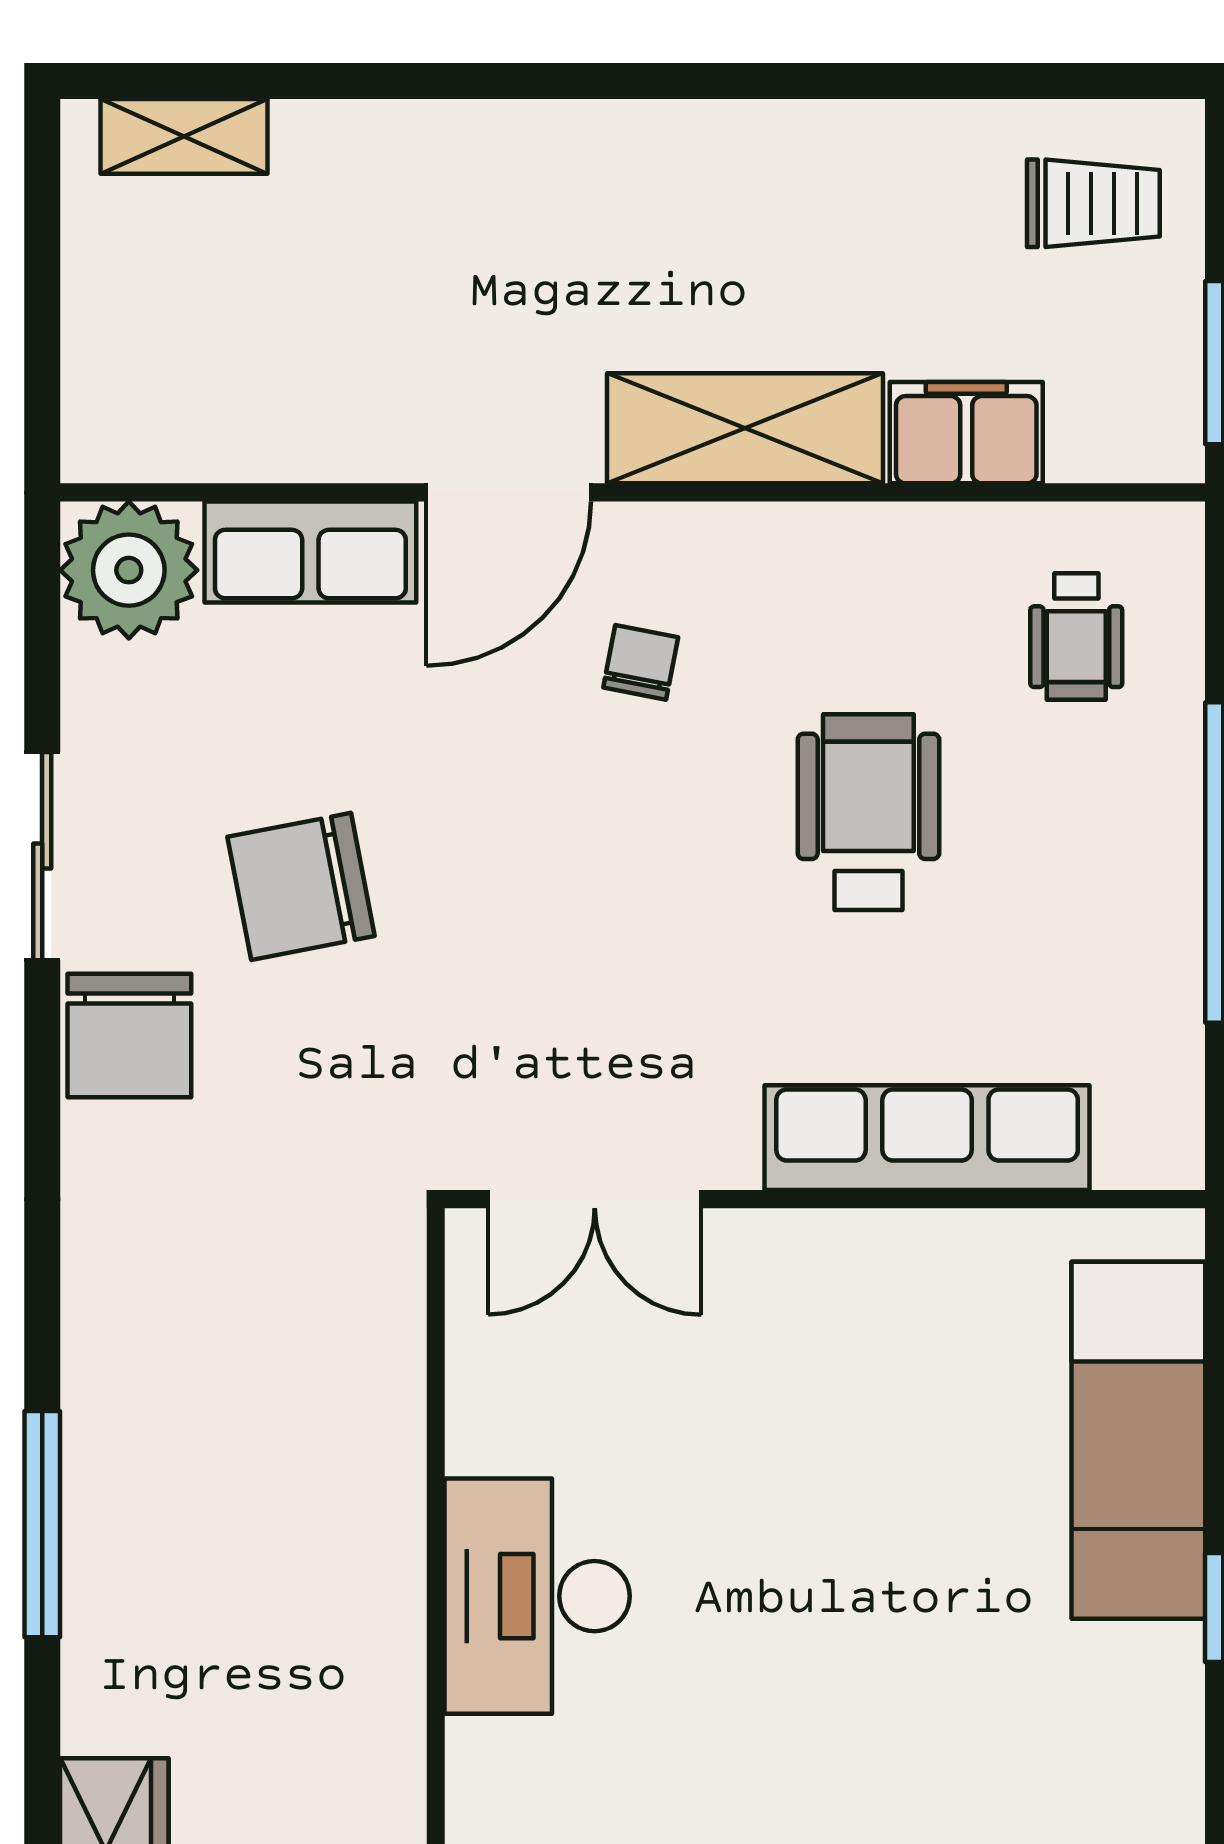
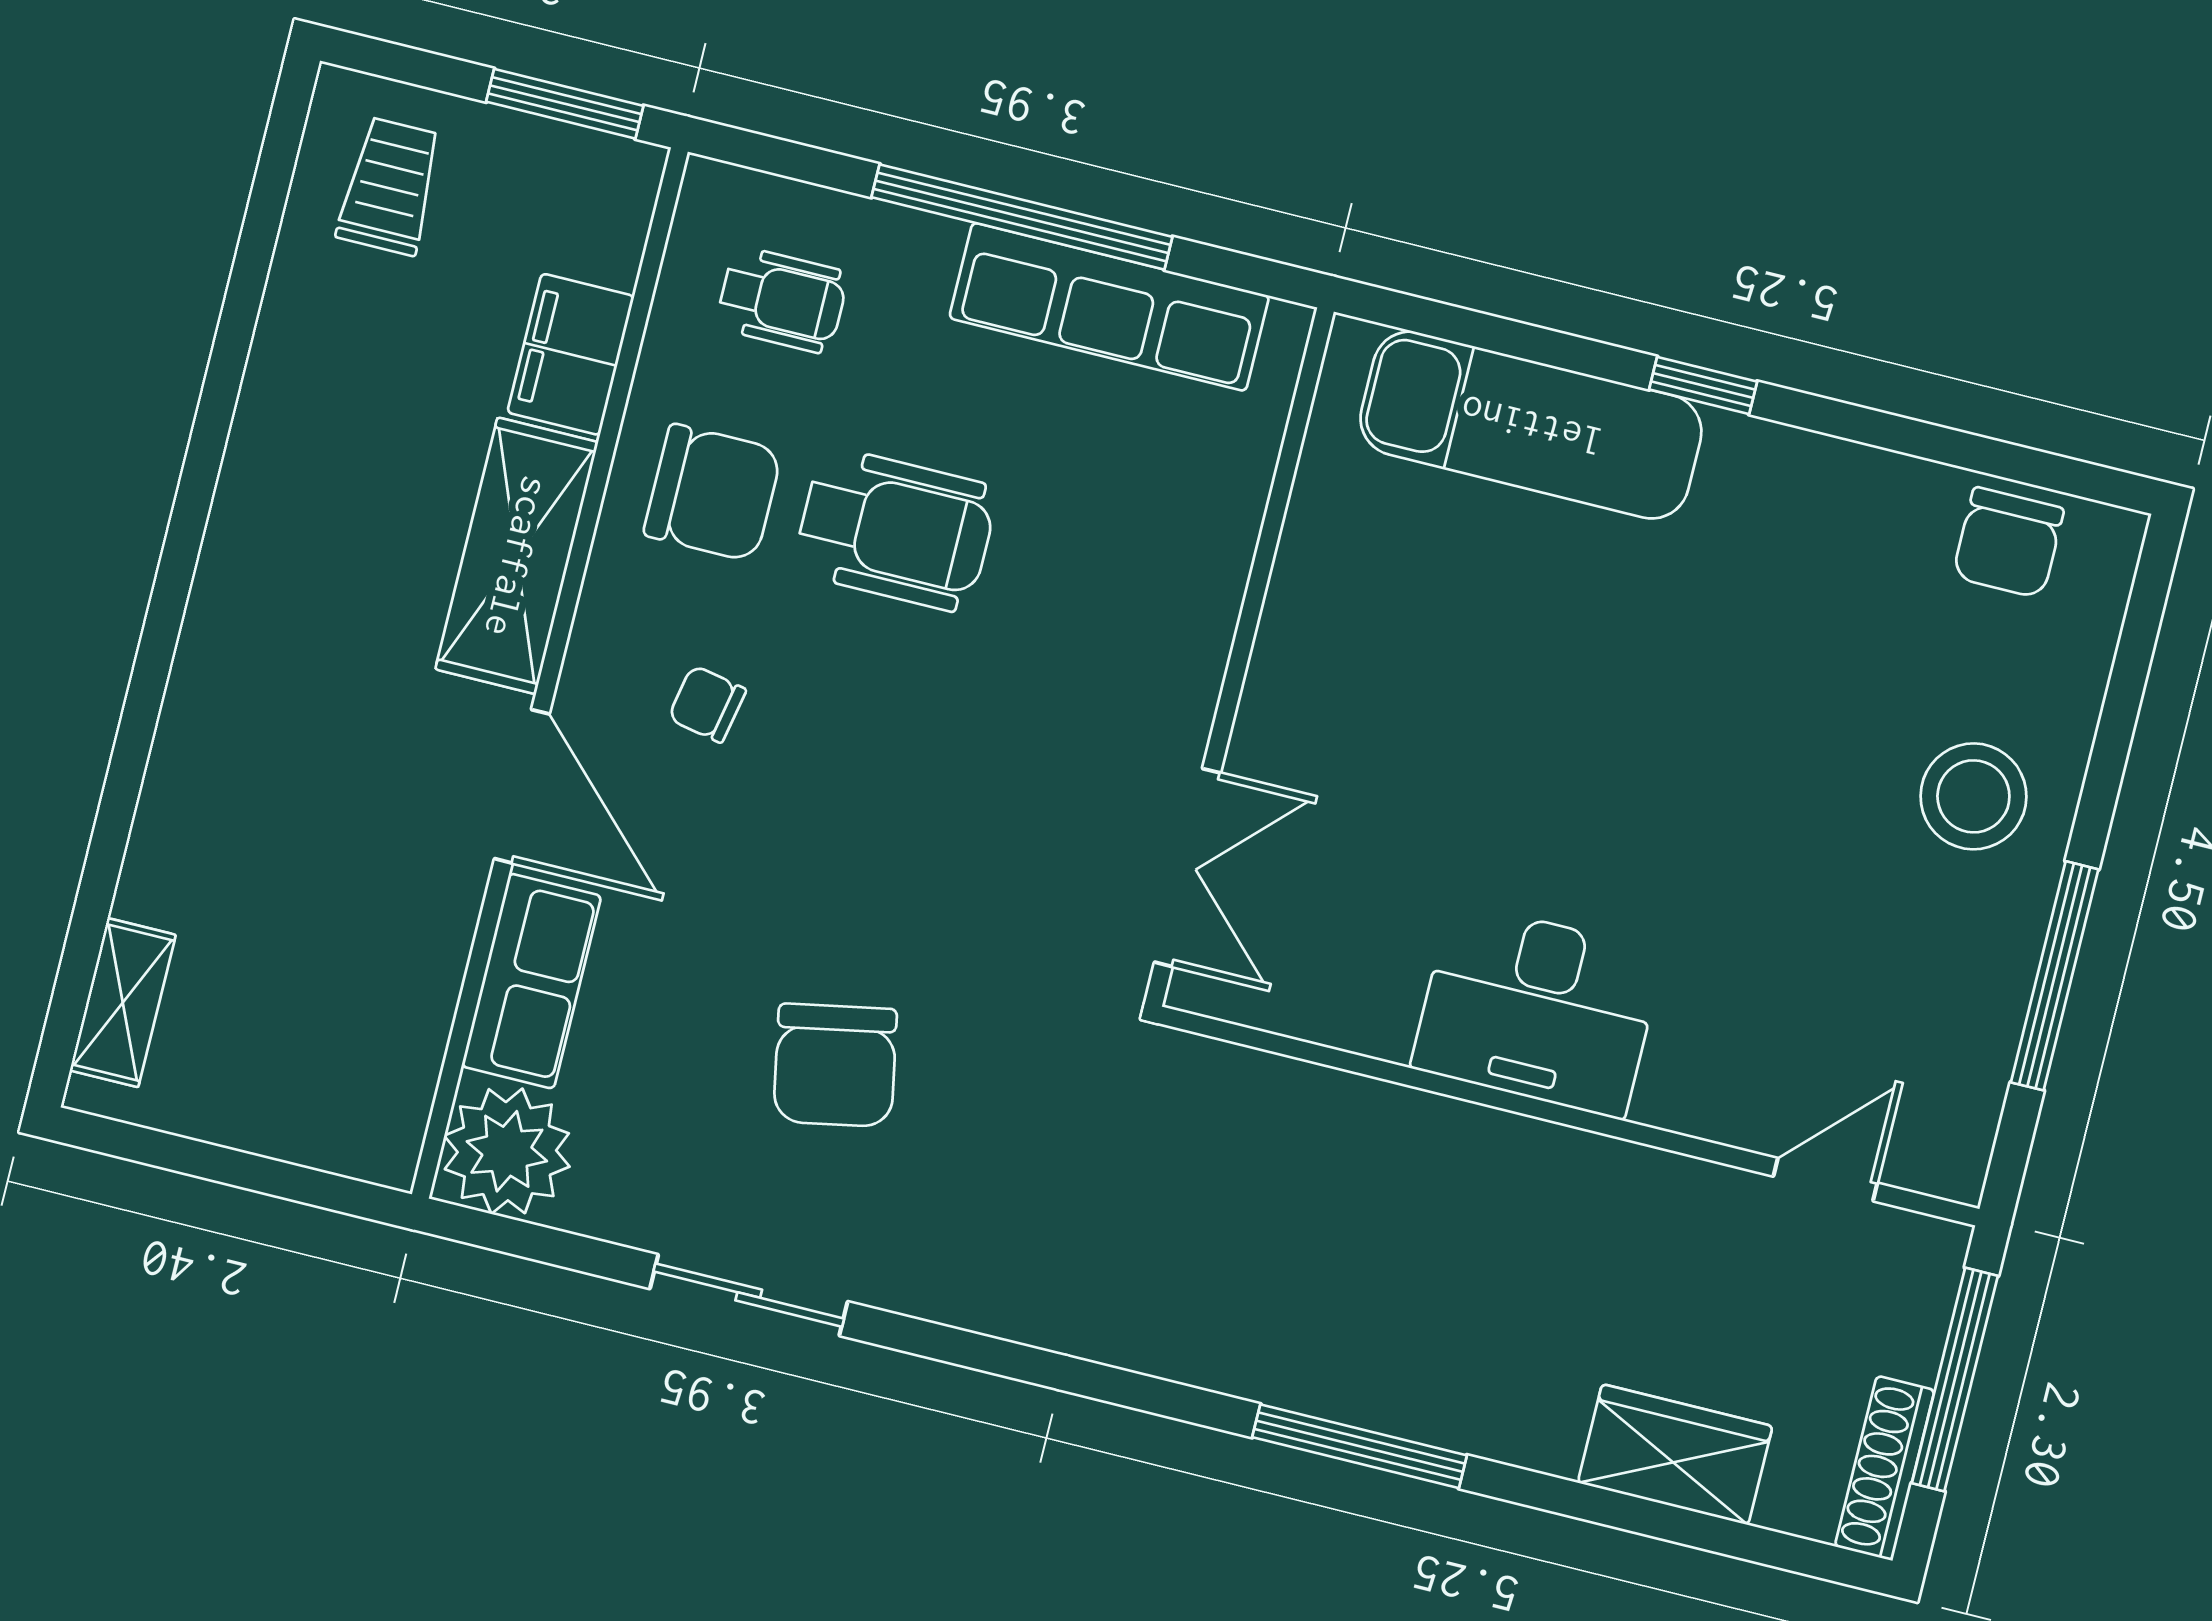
wheelchair: (868, 812) -> (896, 530), turned 180
chair: (129, 1036) -> (713, 493), moved
row of seats: (927, 1138) -> (1109, 307), moved, turned -90

